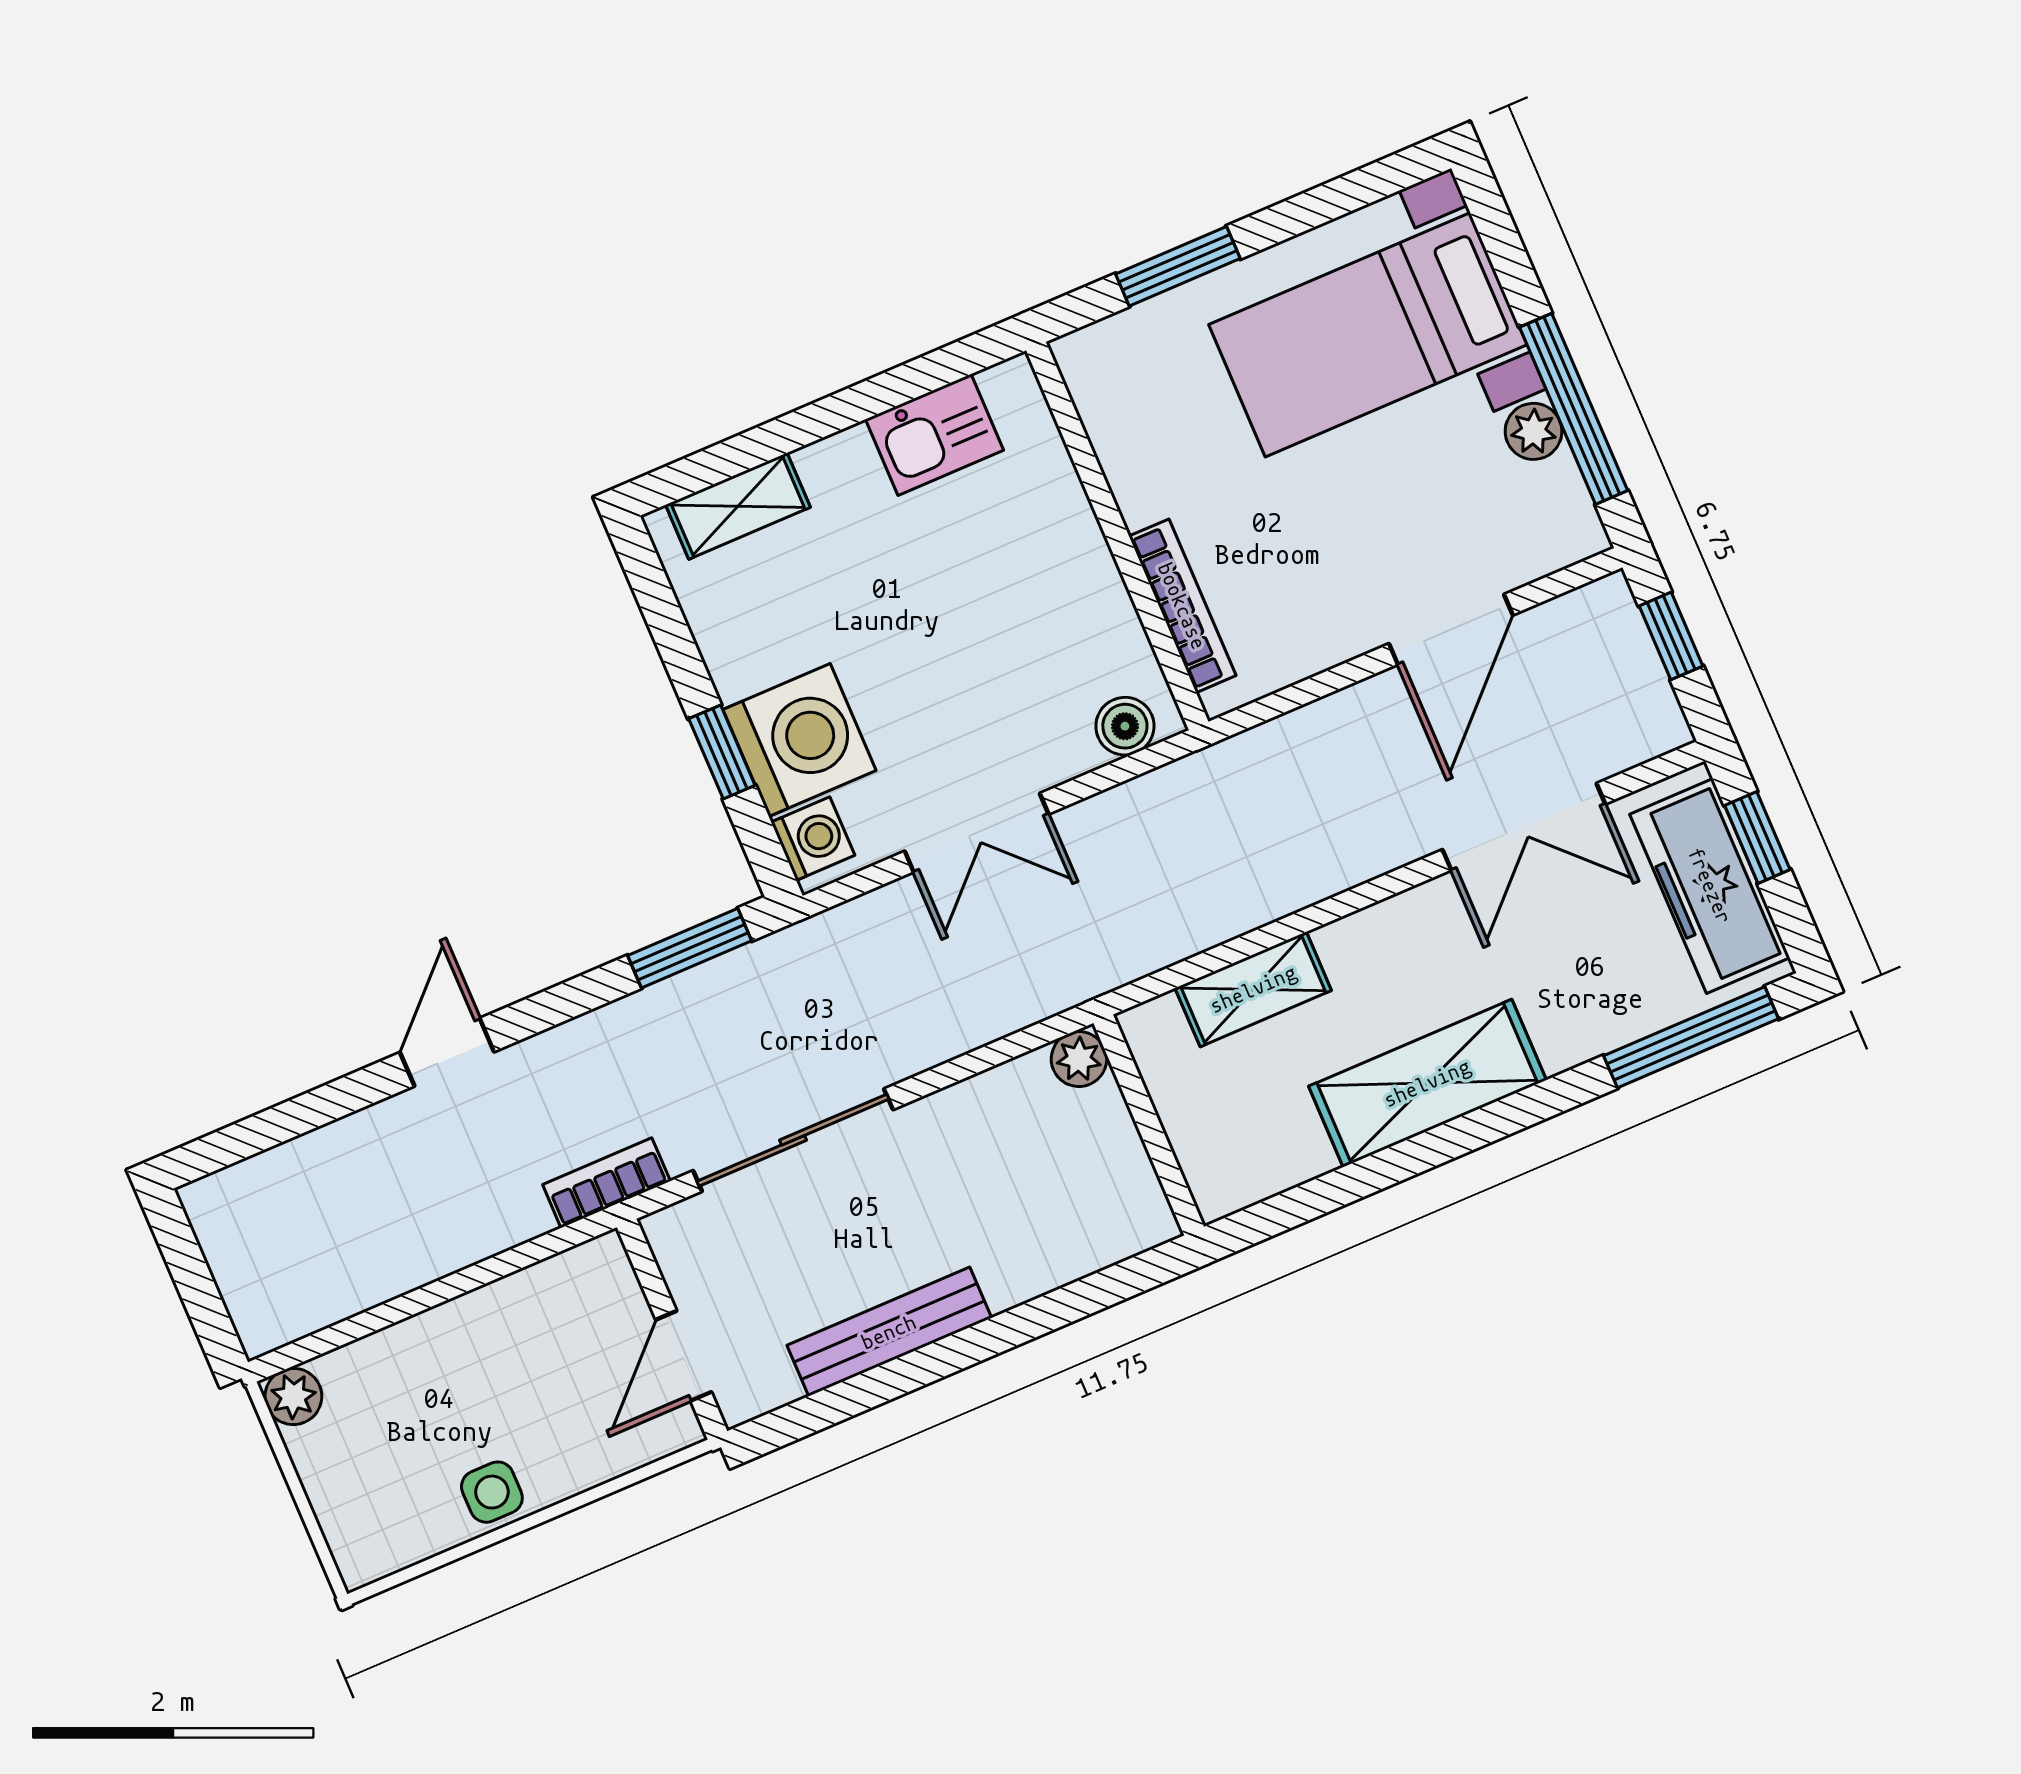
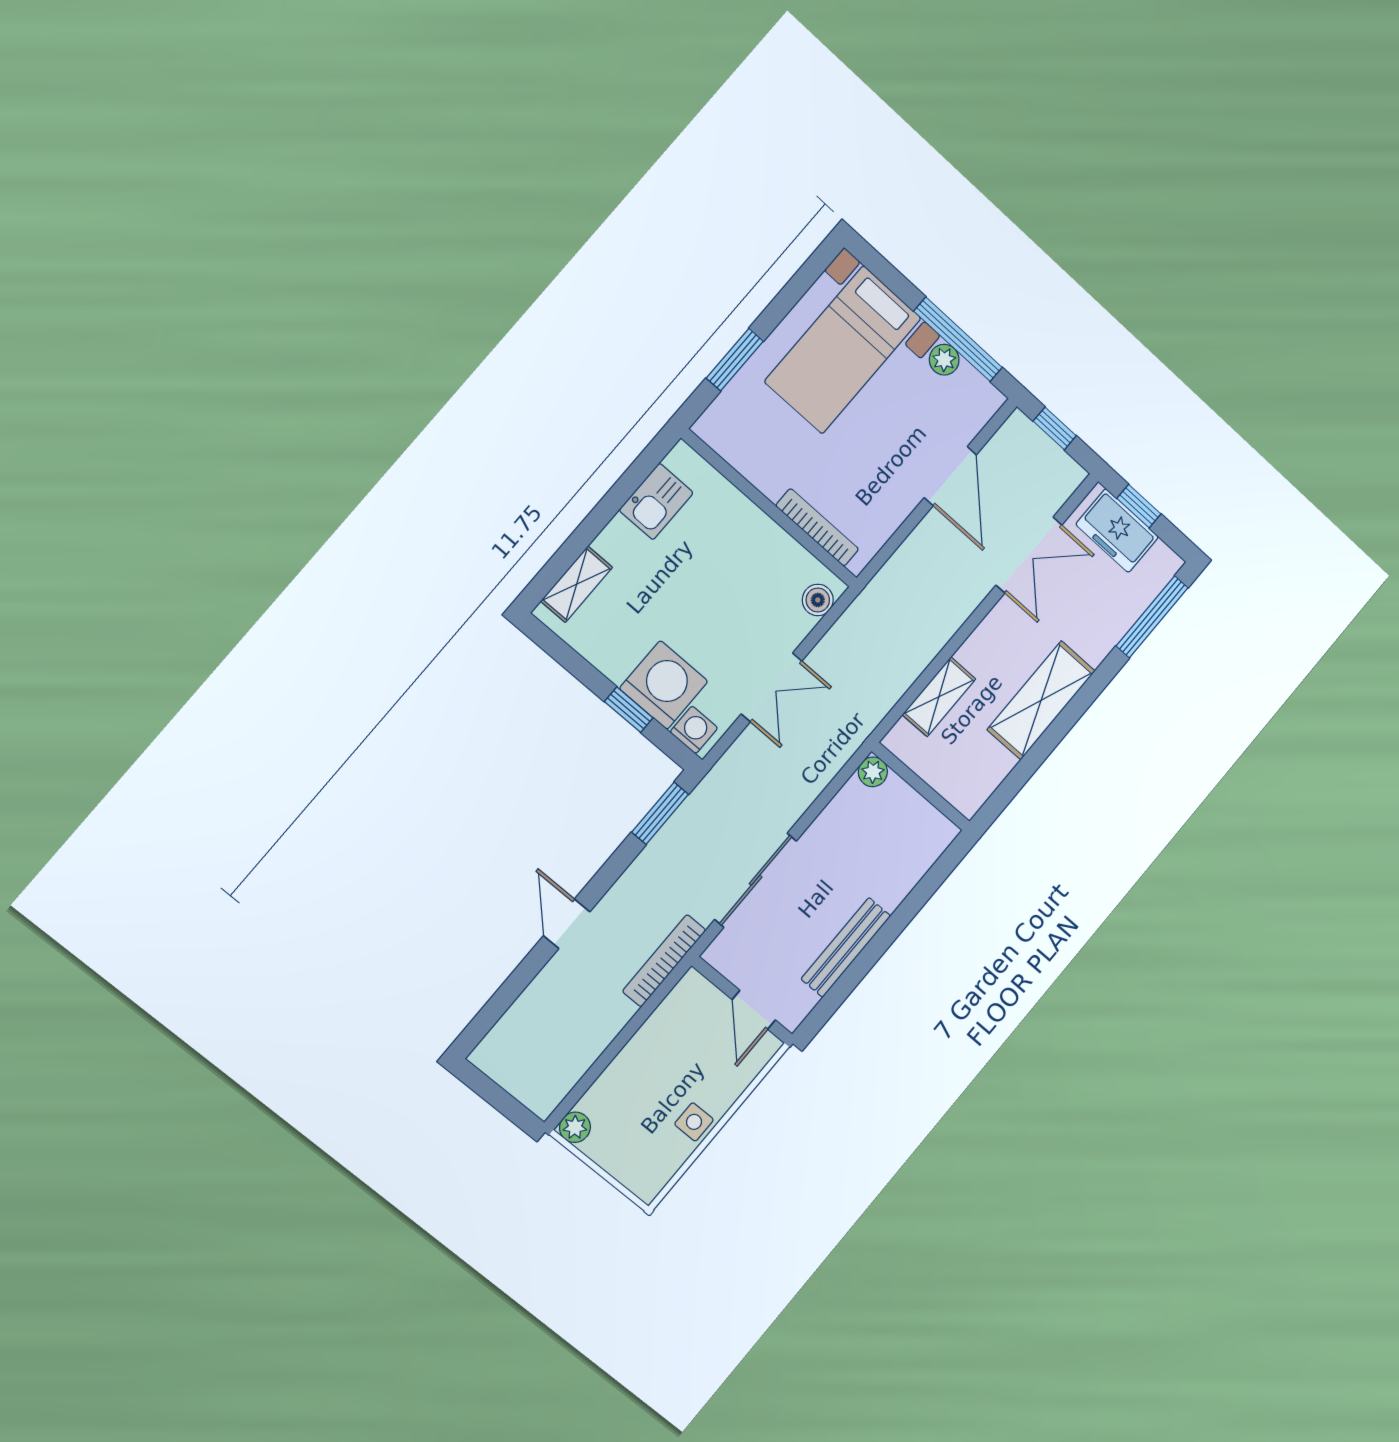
freezer: (1710, 886) -> (1117, 531), width x0.71
bookcase: (606, 1183) -> (664, 961), width x1.56

